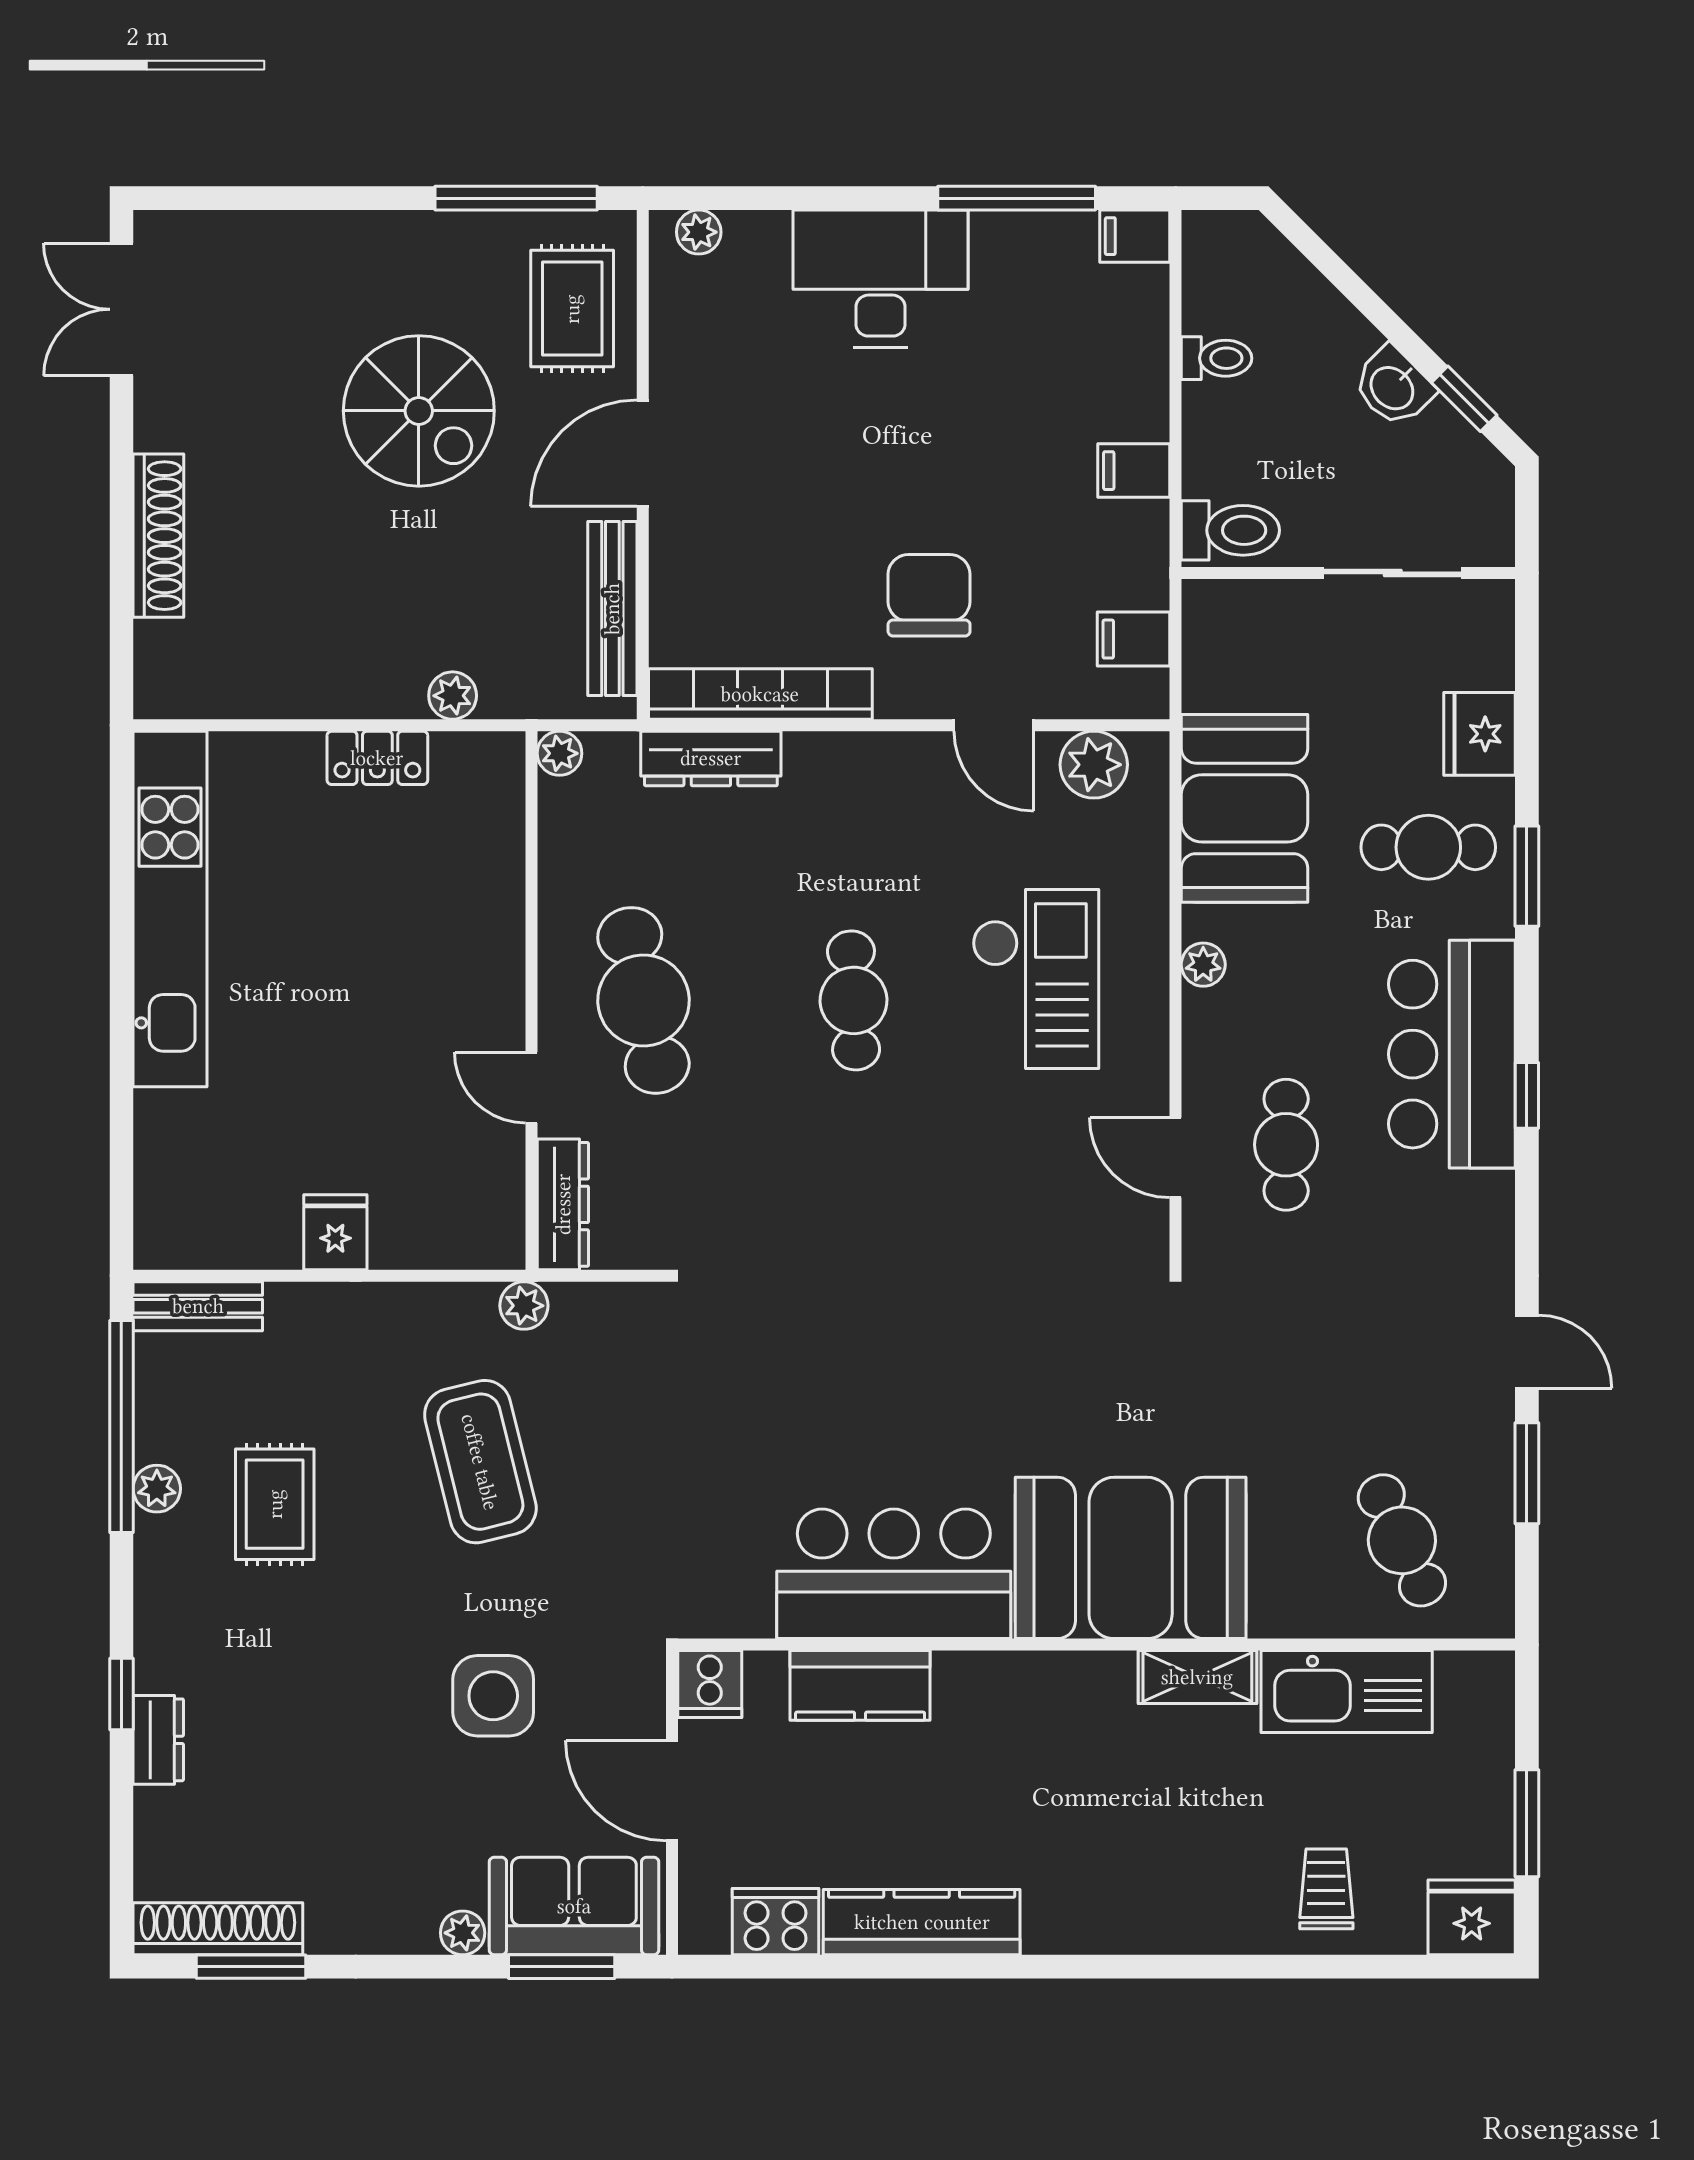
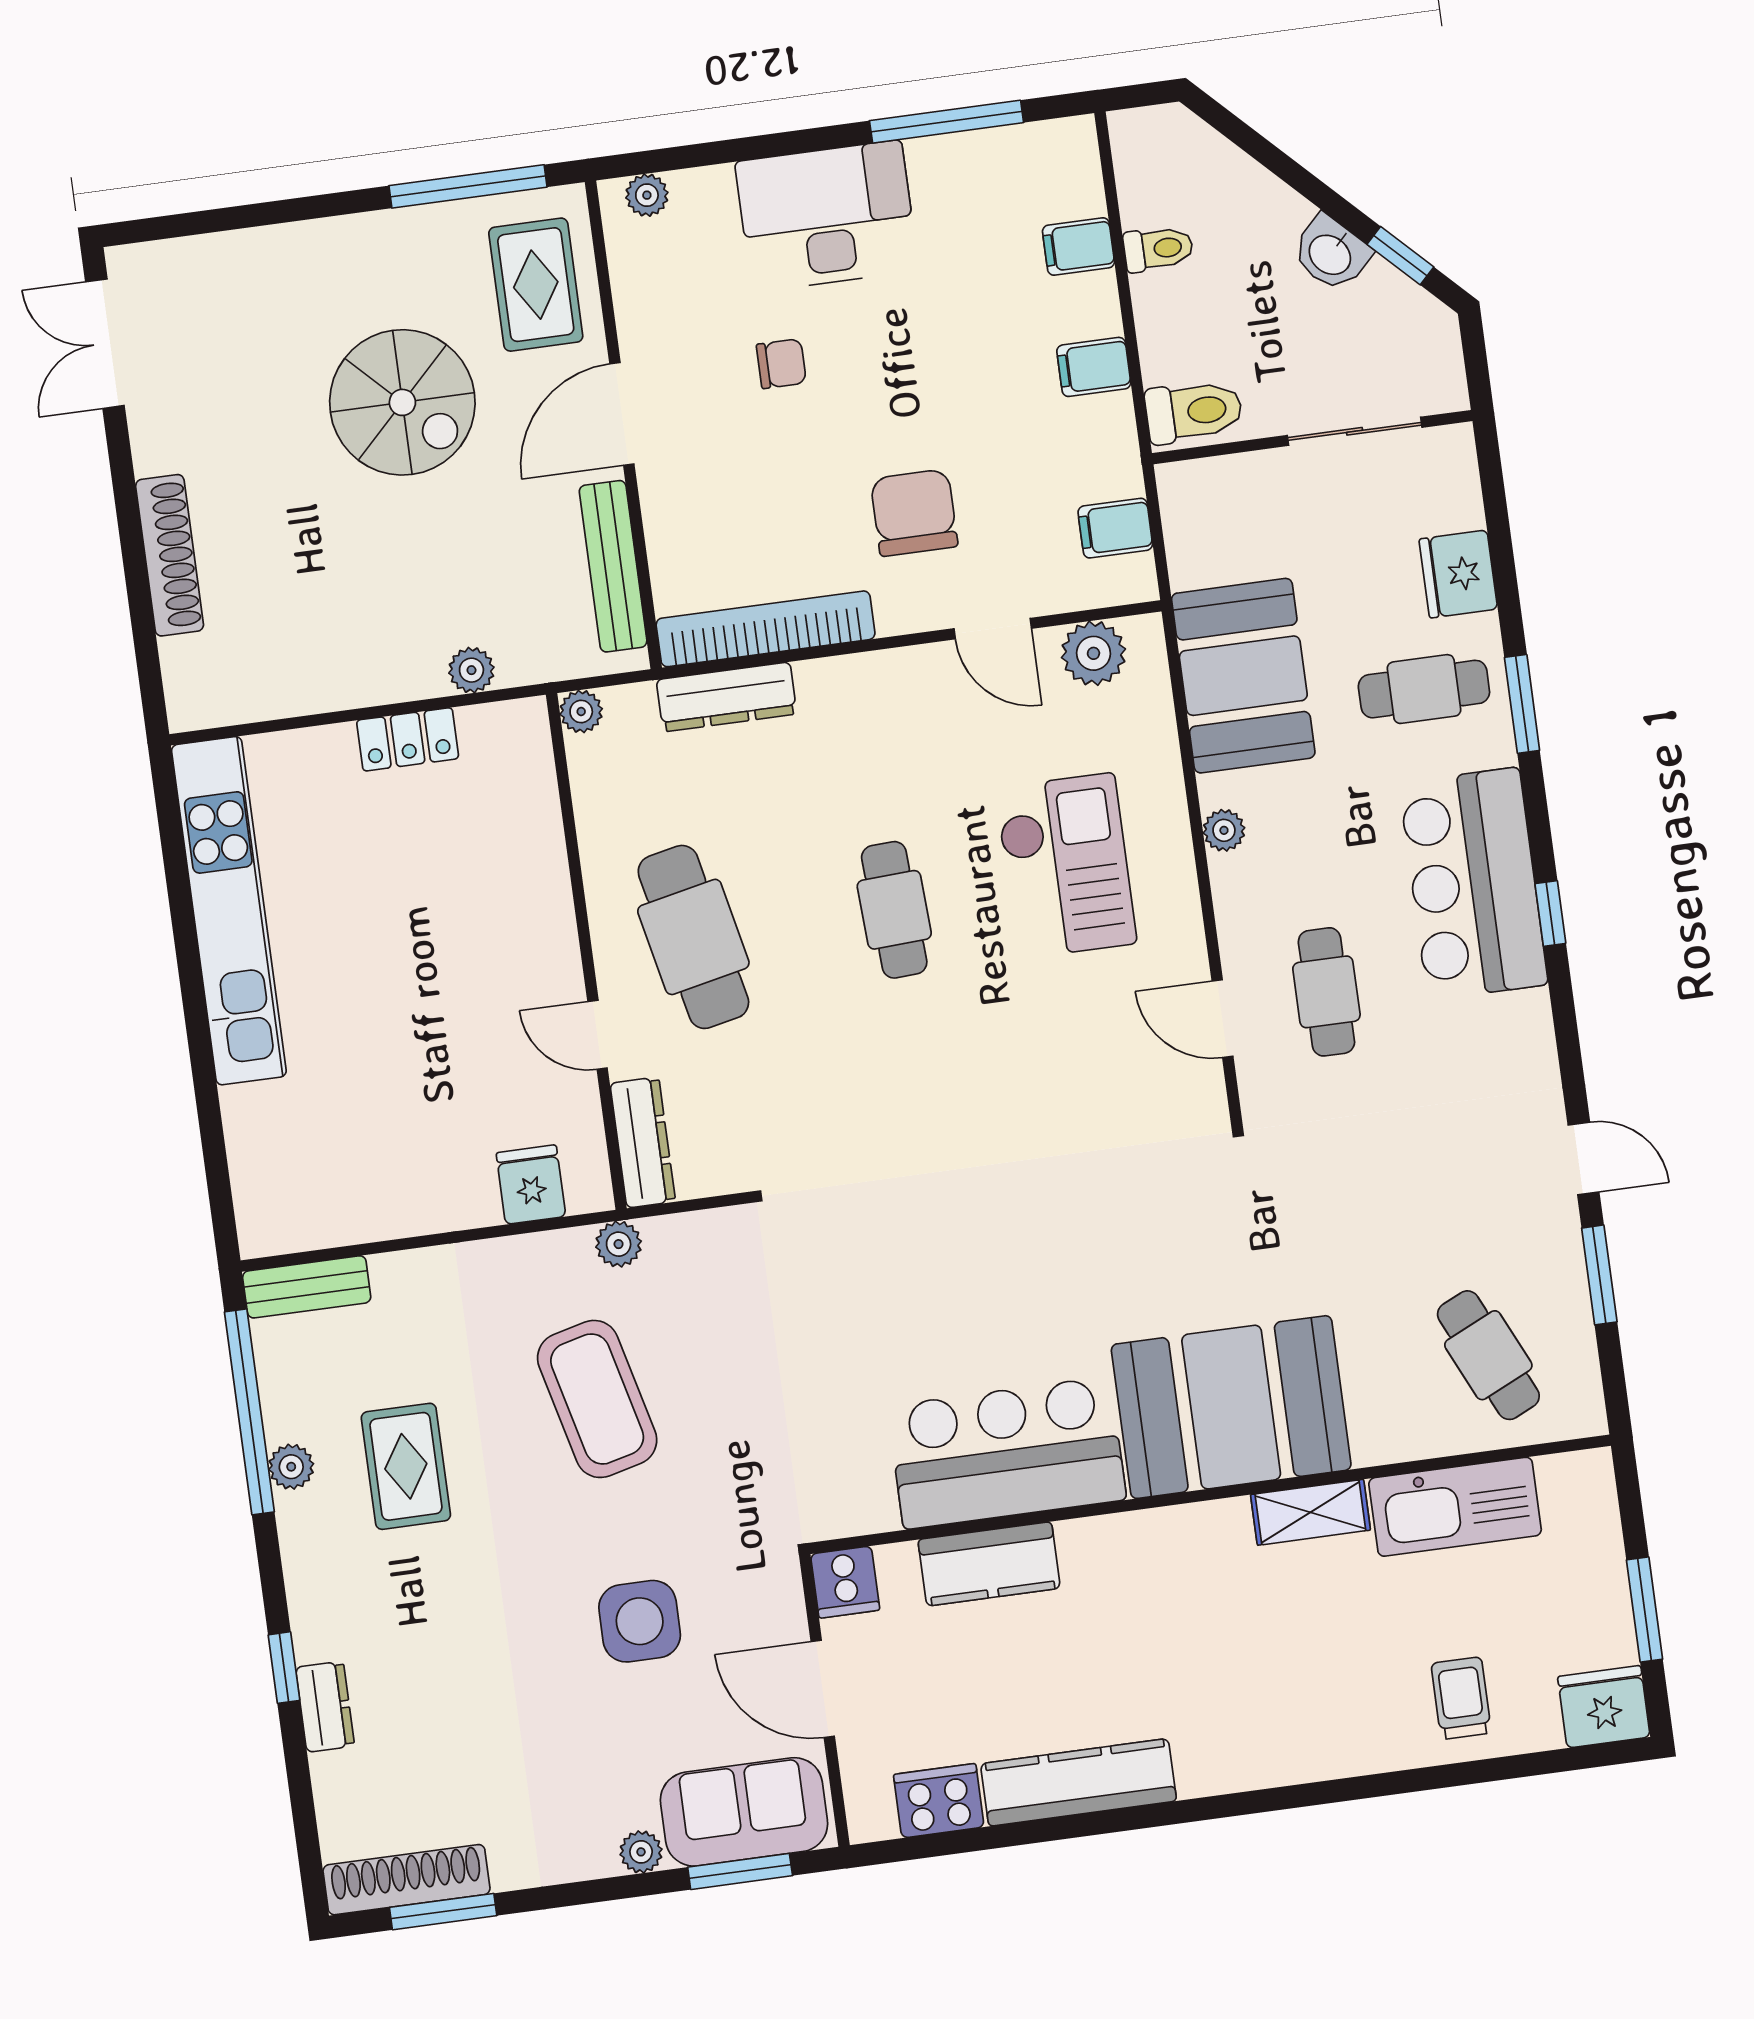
filing cabinet: (1135, 236) -> (1078, 247), moved
chair: (813, 424) -> (781, 364), added
fridge: (335, 1232) -> (531, 1185), moved

